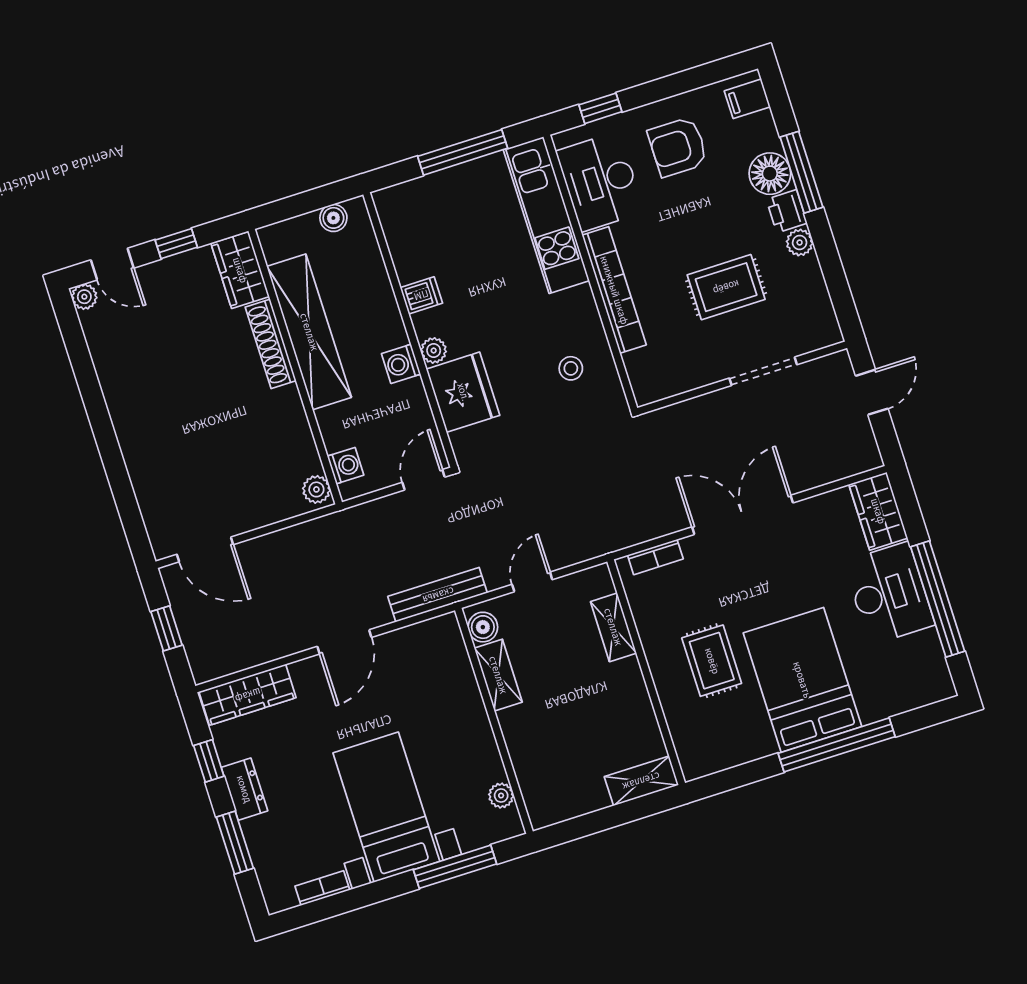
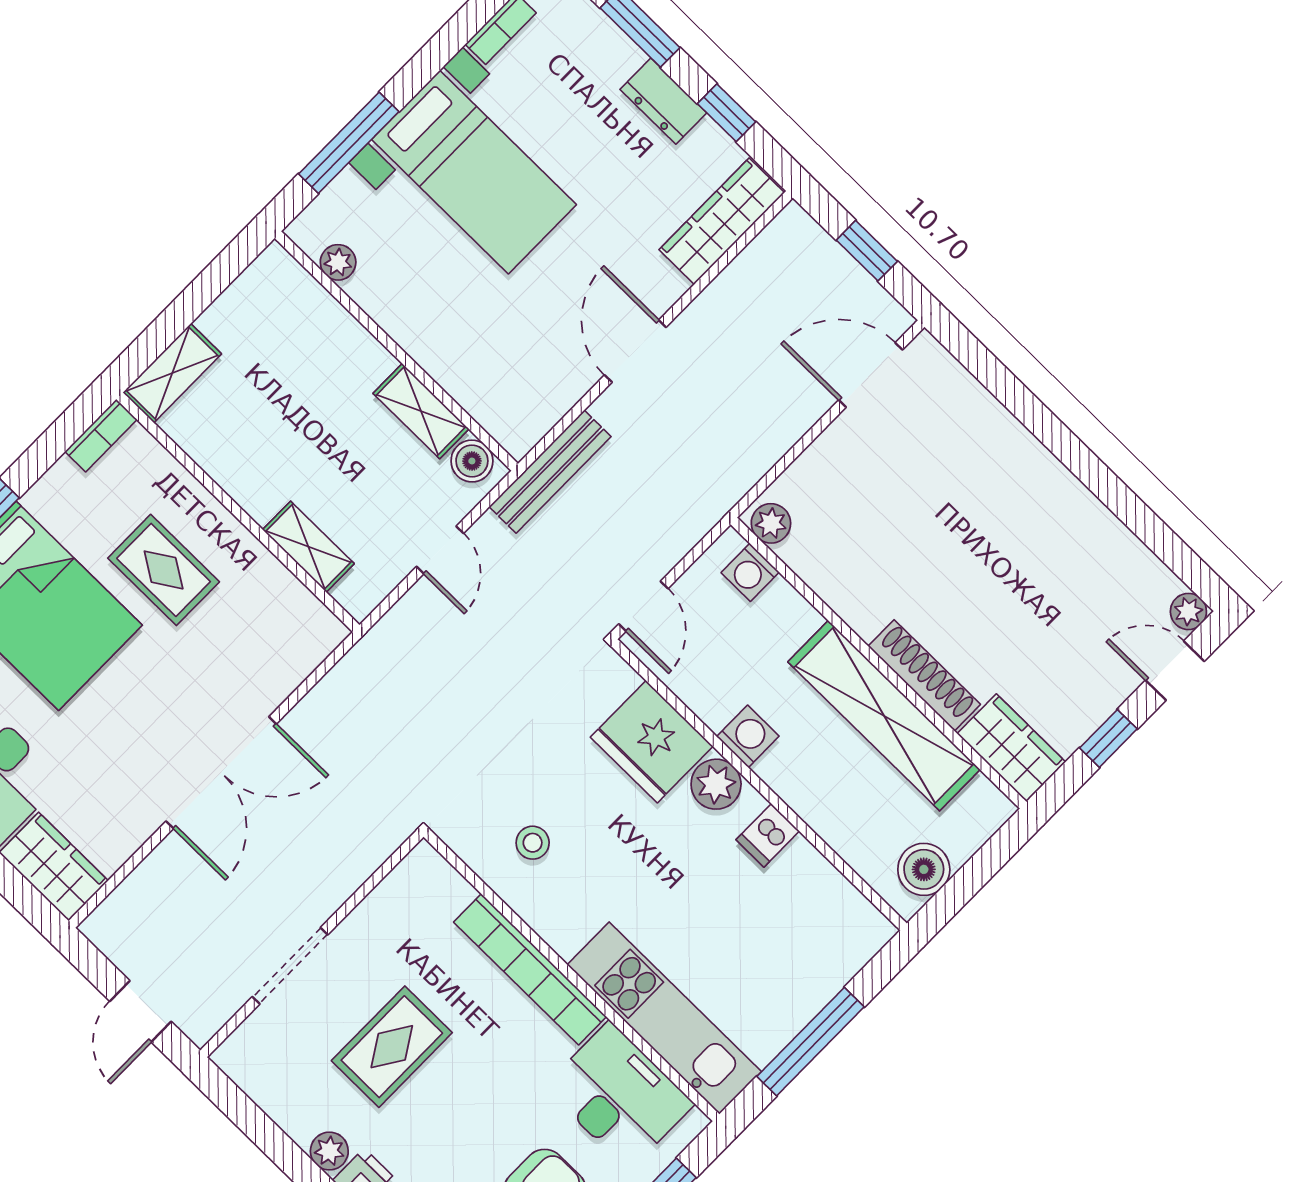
boiler: (333, 218) -> (924, 869), width x1.36, depth x1.36
plant: (434, 350) -> (716, 784), width x1.38, depth x1.38
bookcase: (655, 557) -> (101, 436), moved, turned 180

